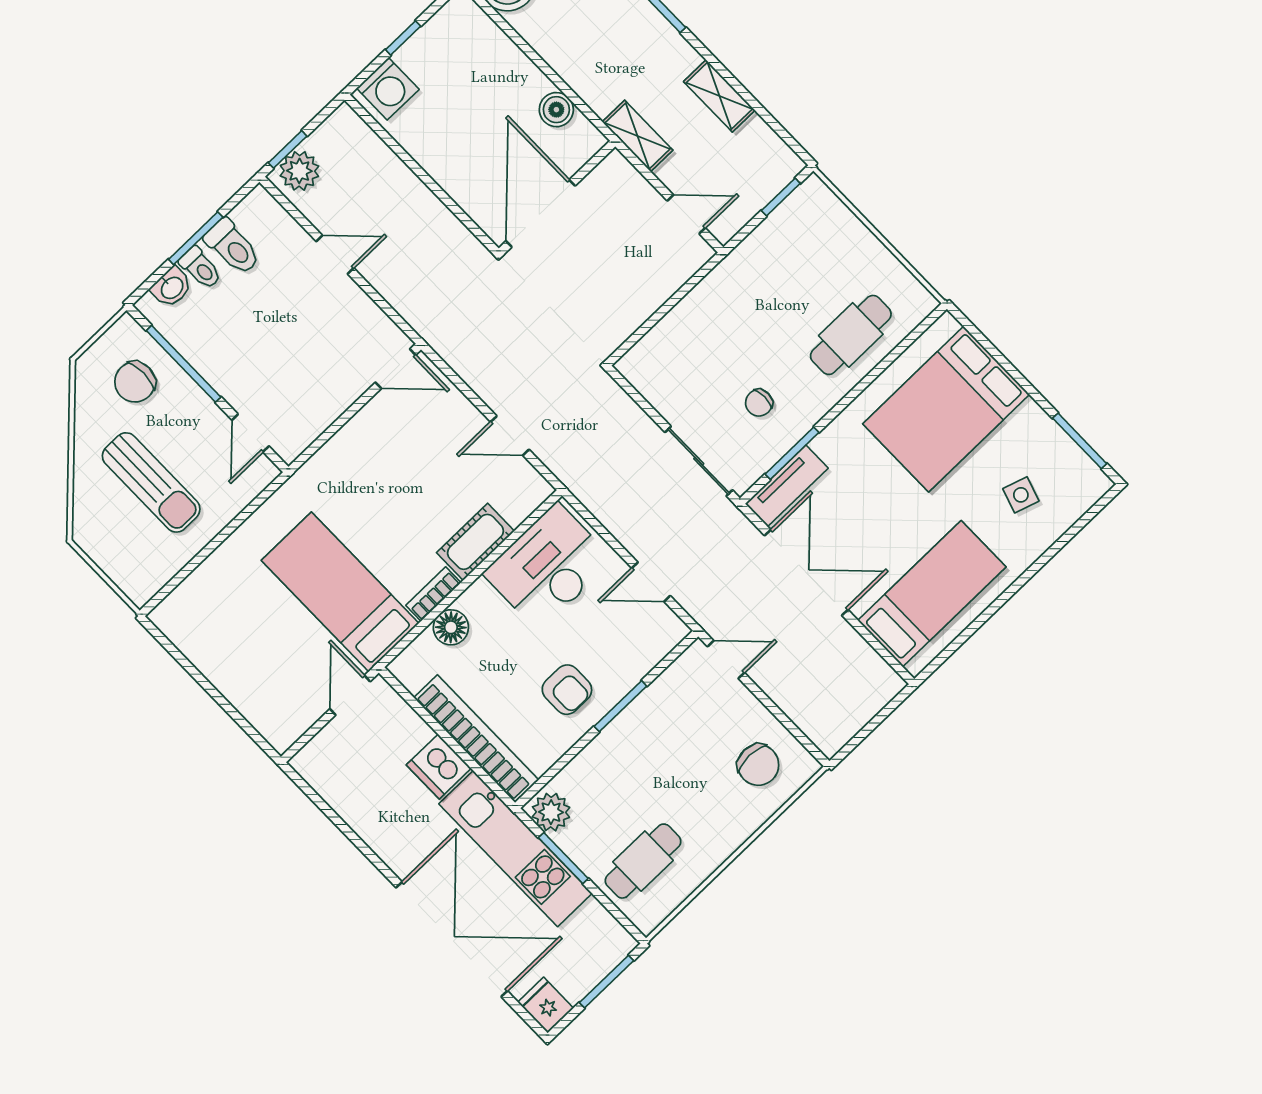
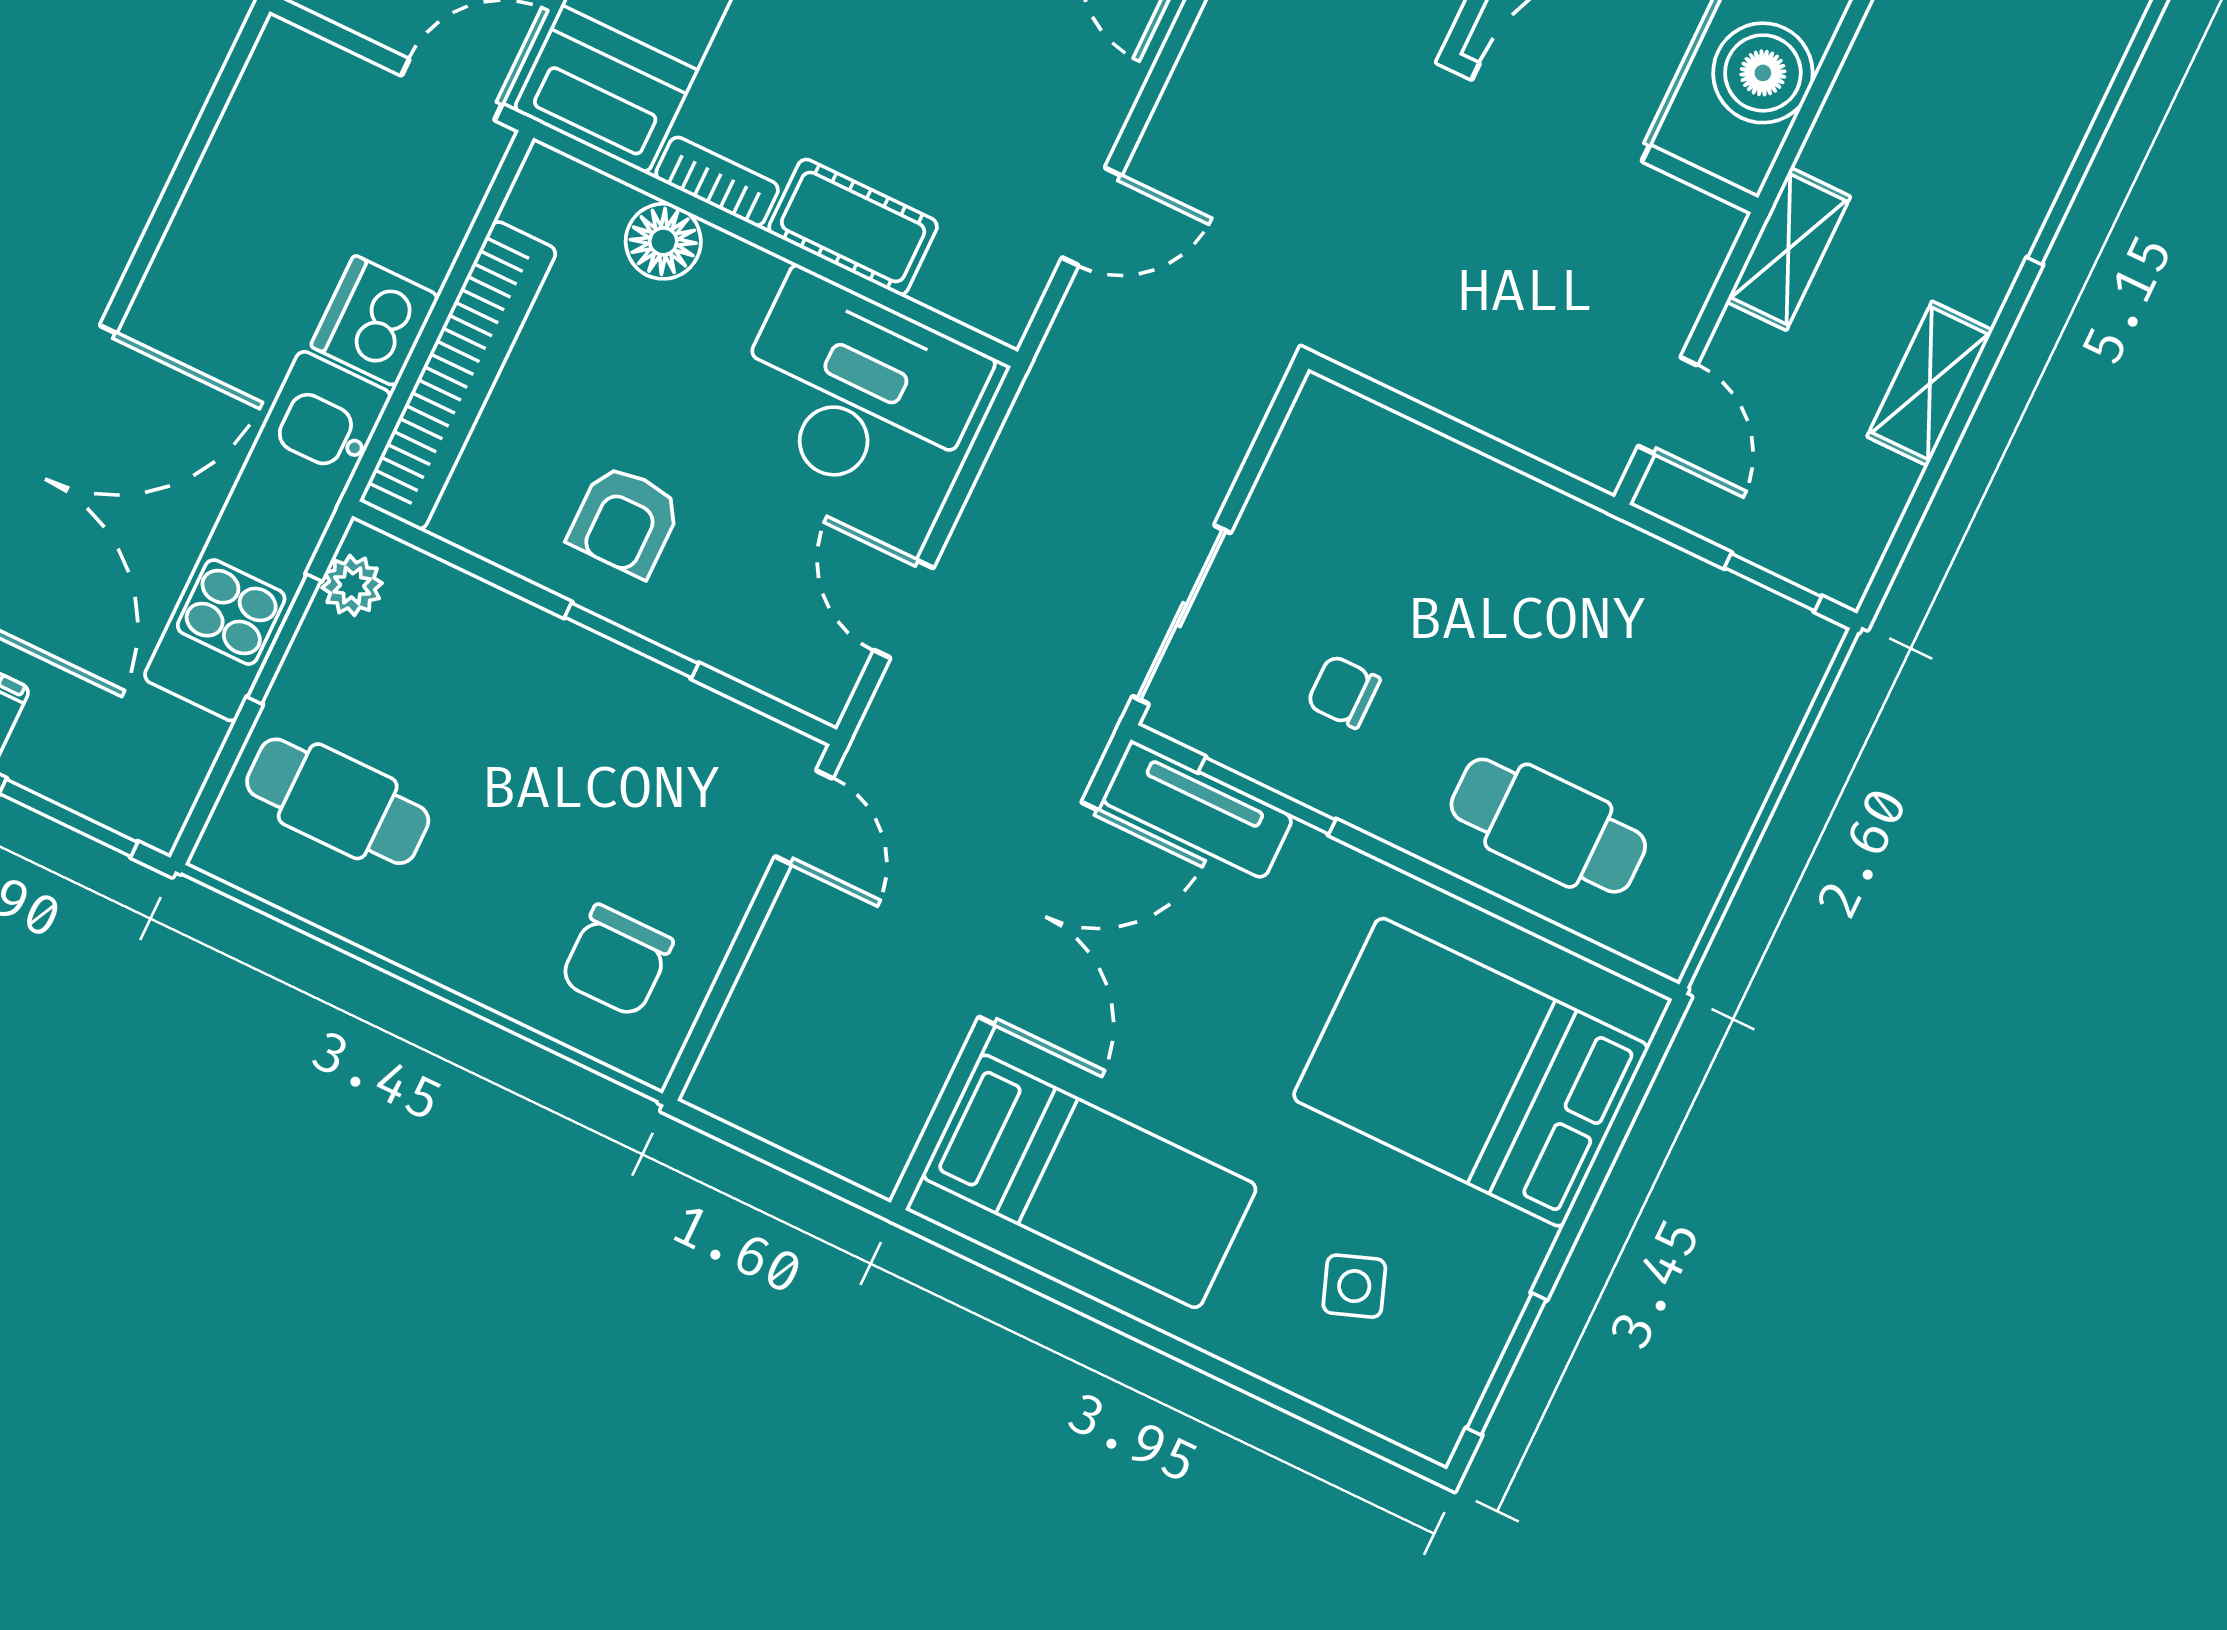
boiler: (556, 110) -> (1763, 73), width x1.36, depth x1.36
door: (510, 436) -> (1092, 217), swing flipped
side table: (1021, 495) -> (1354, 1286), turned -38
plant: (551, 812) -> (352, 585), width x0.73, depth x0.73

